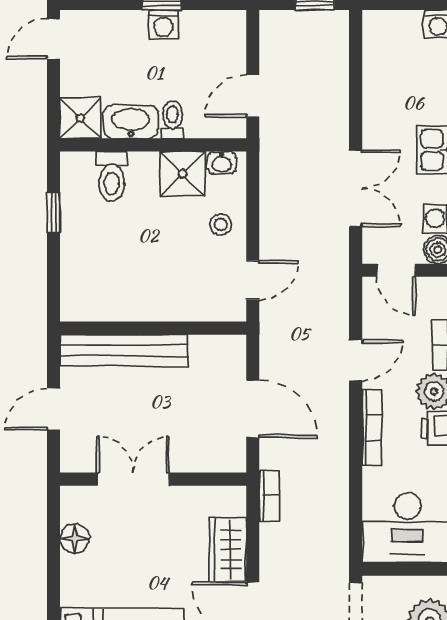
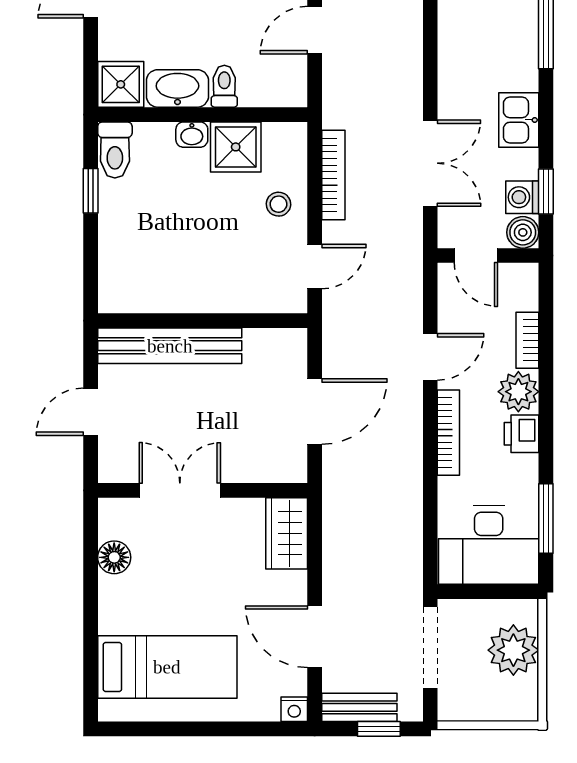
door: (253, 96) -> (315, 30), moved
washbasin: (222, 163) -> (192, 135), moved
toilet: (112, 176) -> (115, 150), moved
door: (253, 409) -> (315, 411), hinge flipped
bookcase: (269, 496) -> (333, 175), moved, width x1.56
wardrobe: (228, 550) -> (287, 533), moved

